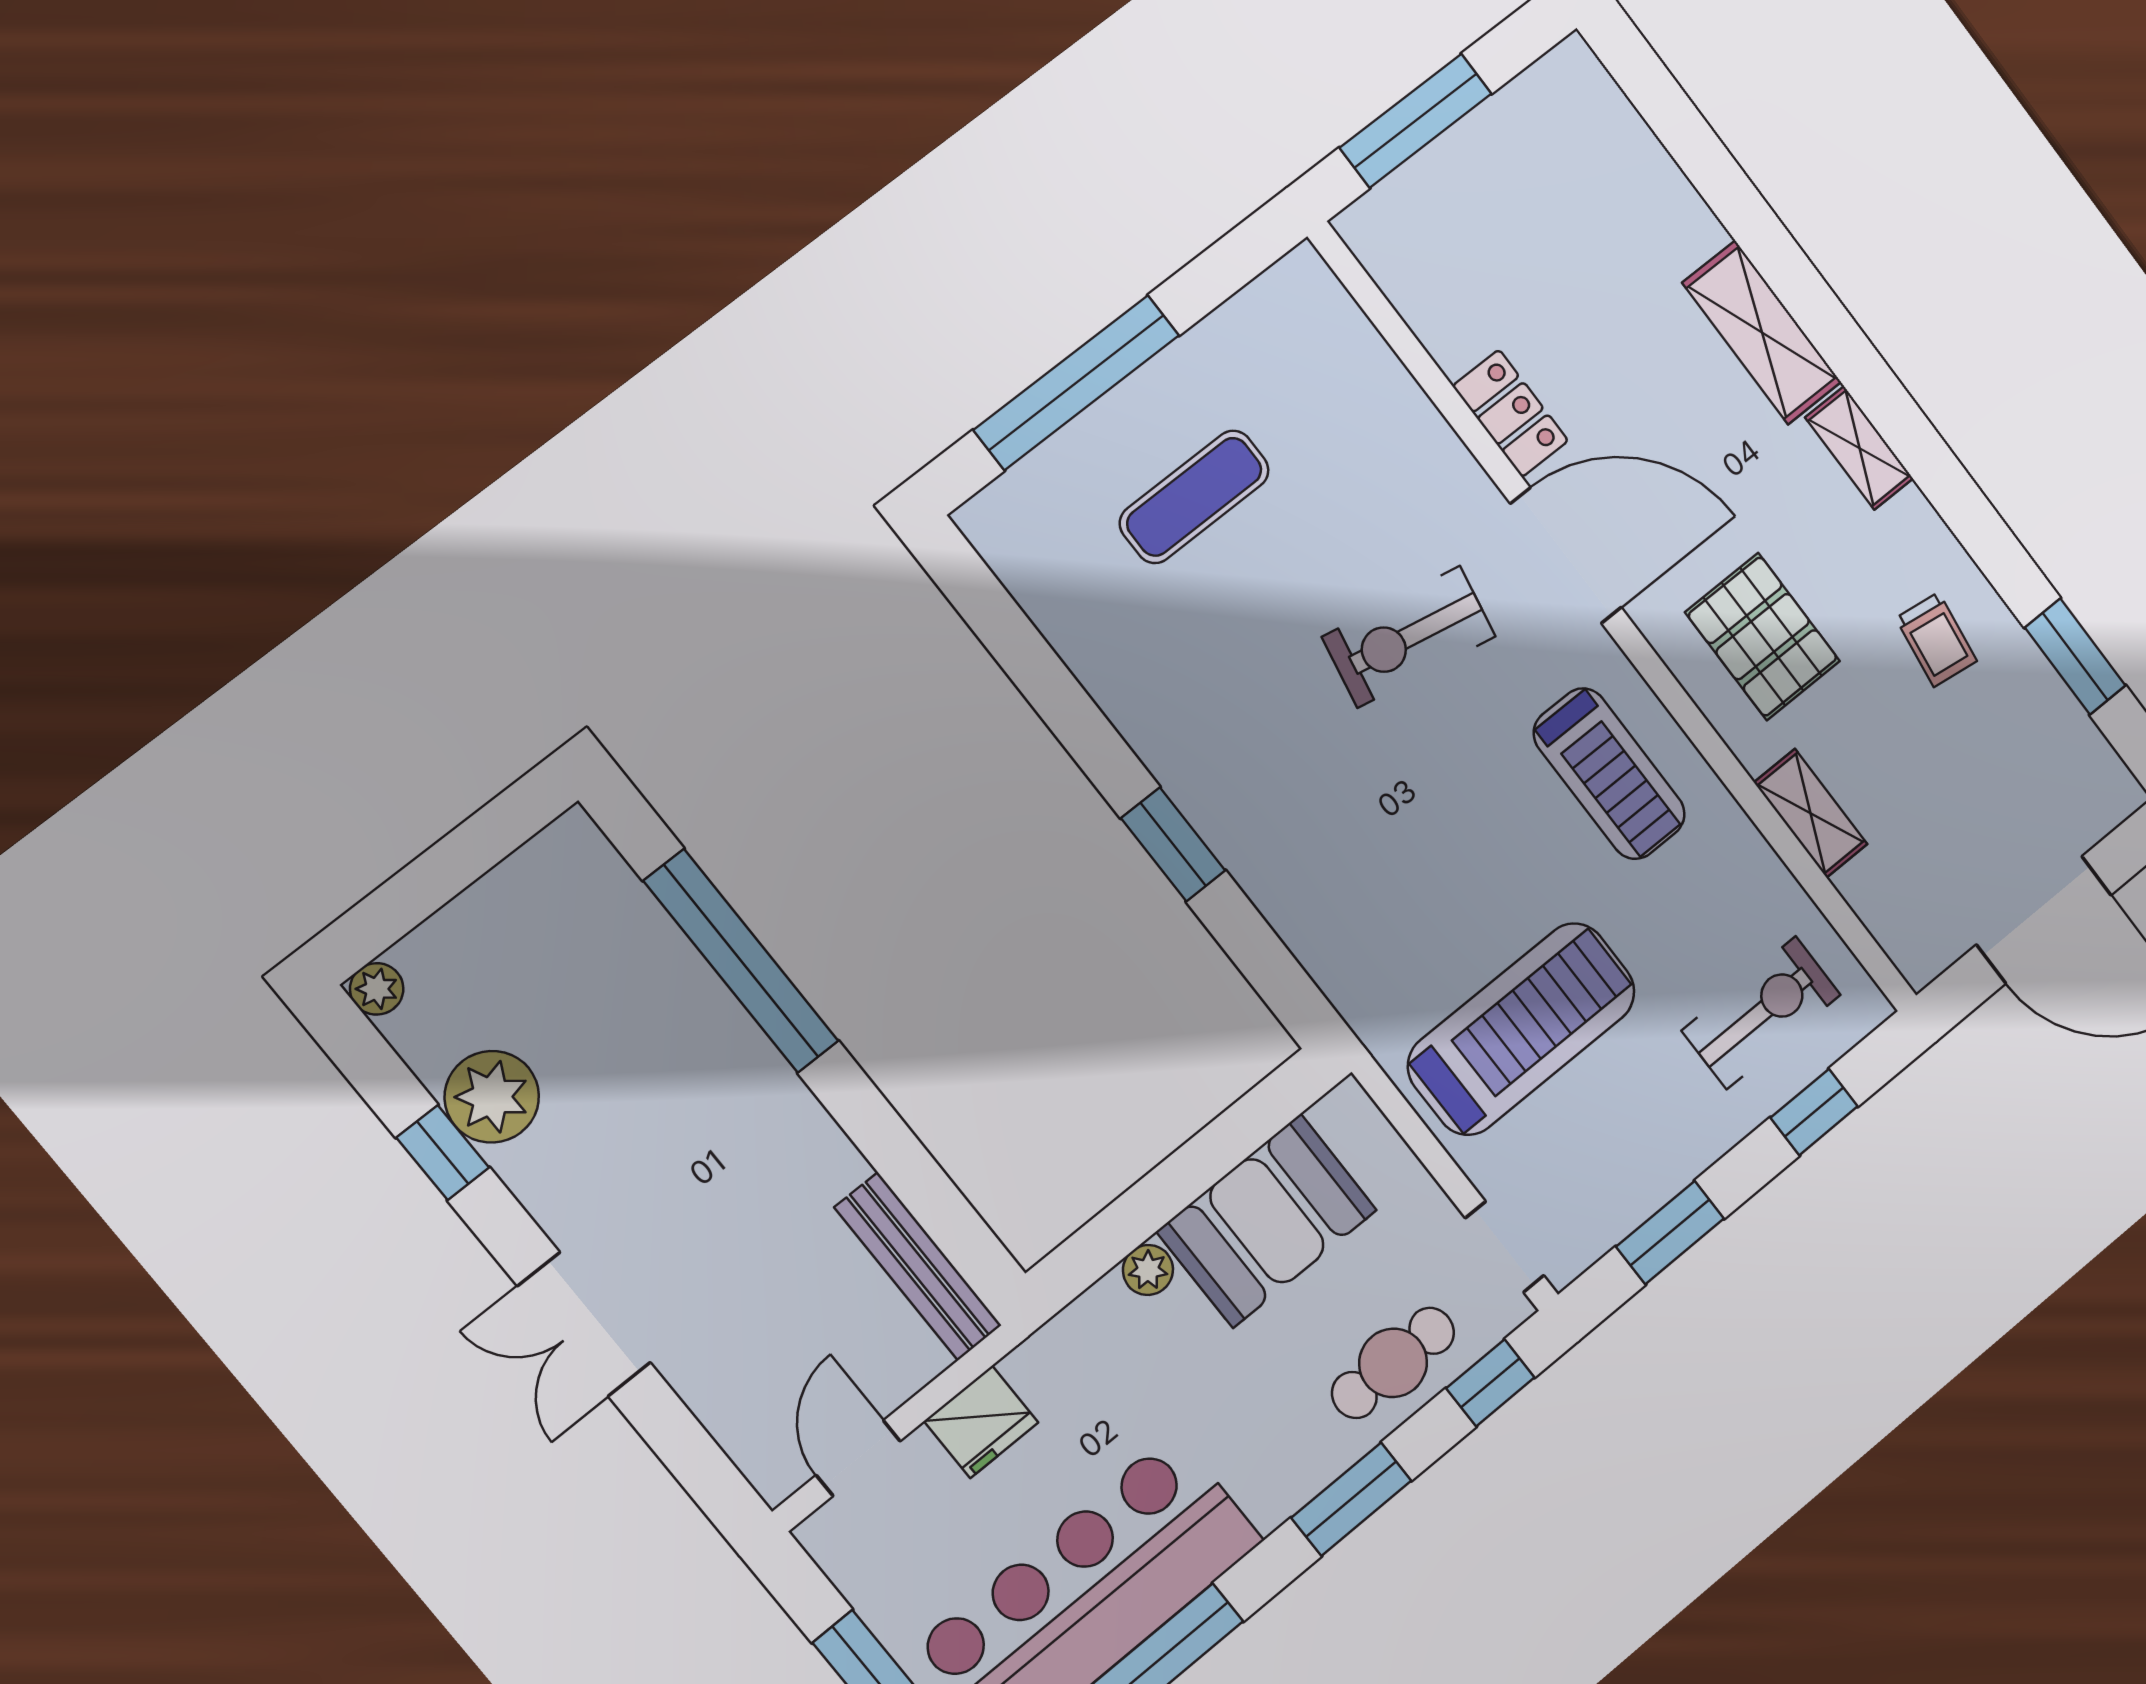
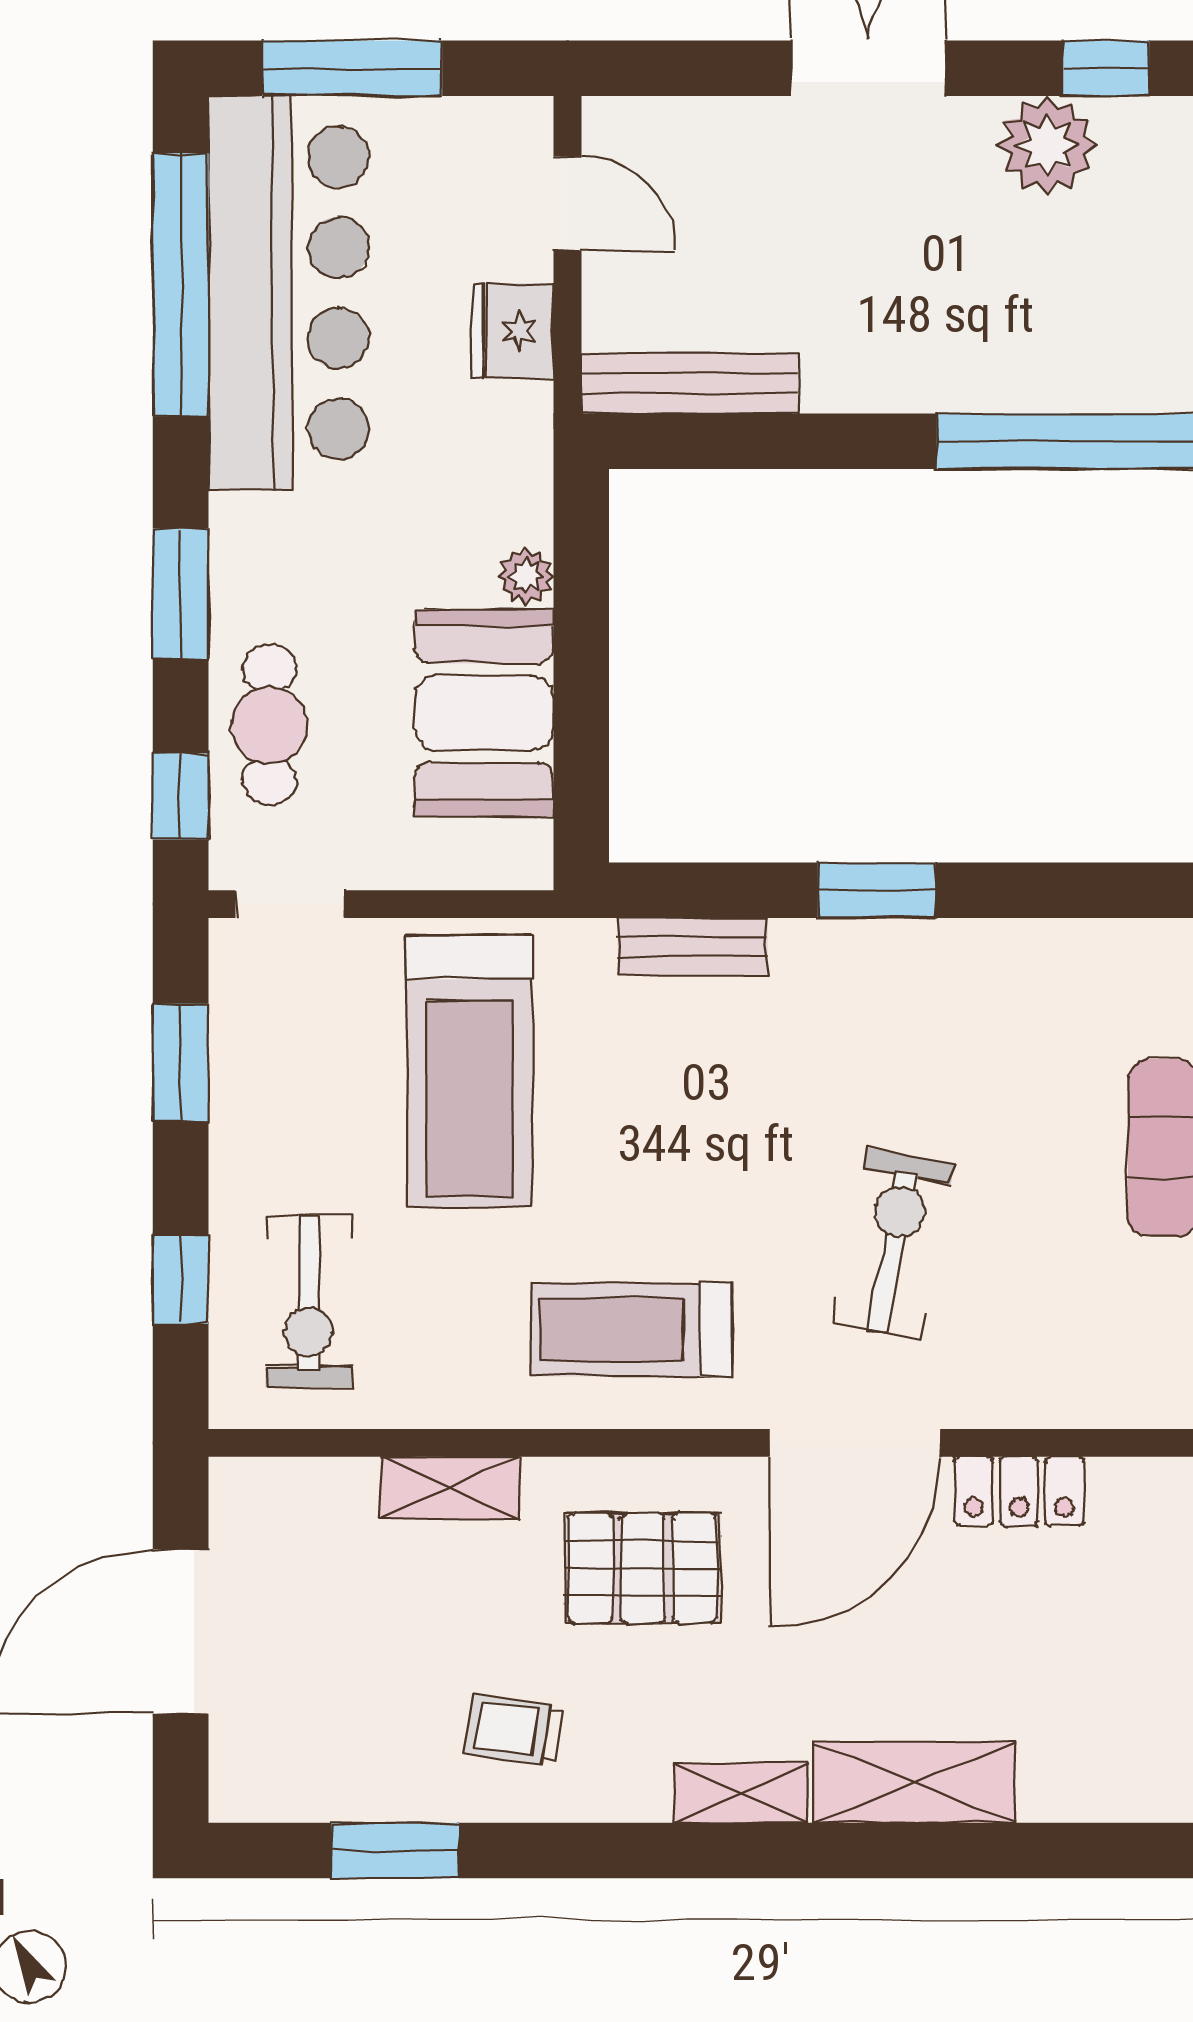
bench: (1314, 943) -> (693, 946), added
plant: (492, 1097) -> (1047, 145), moved

